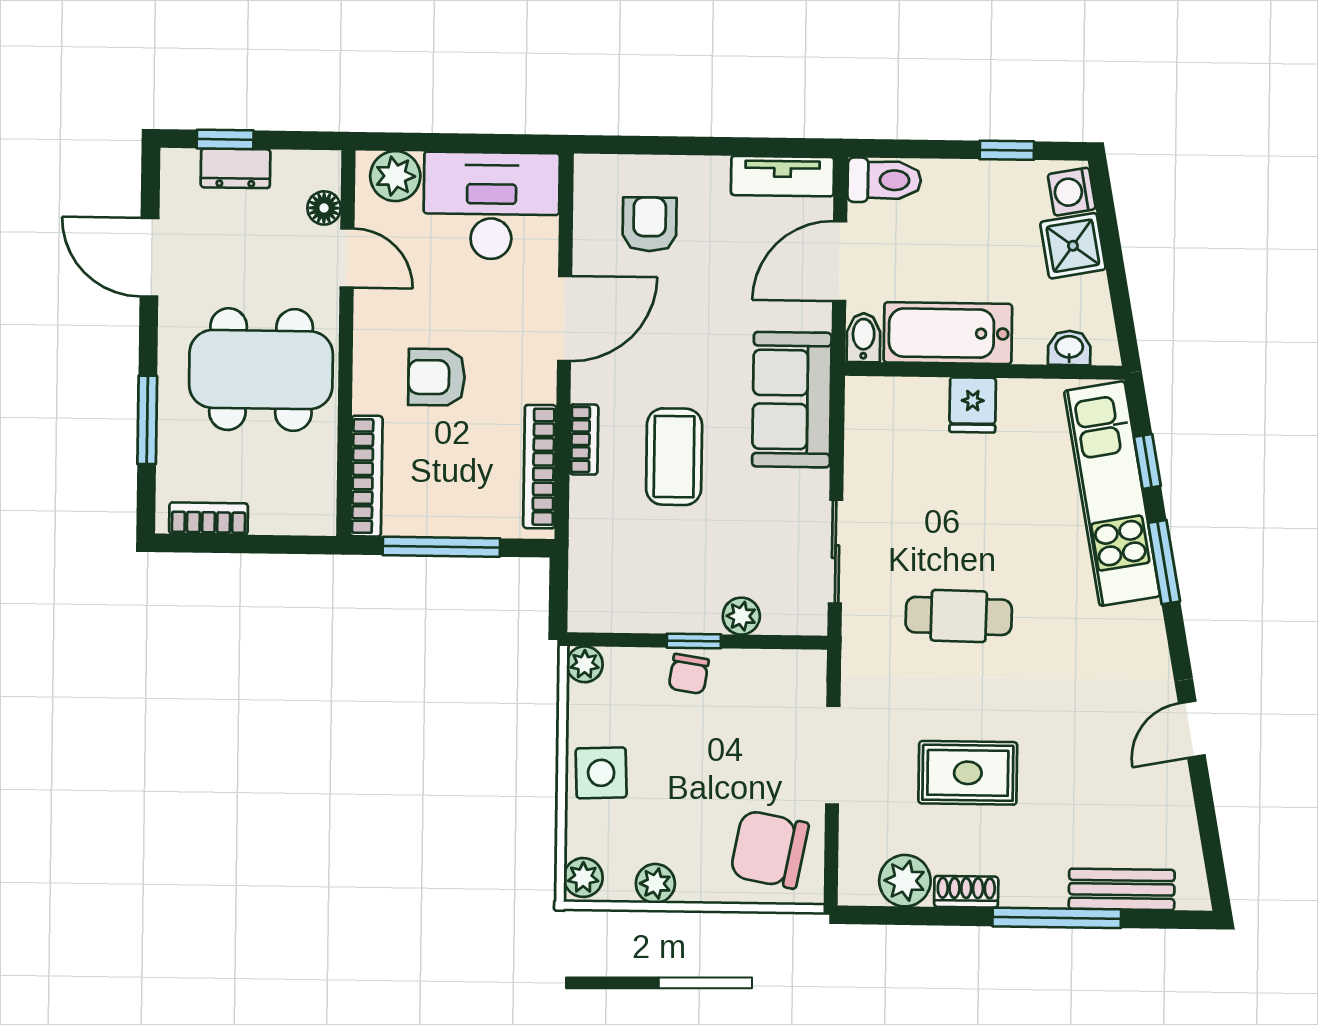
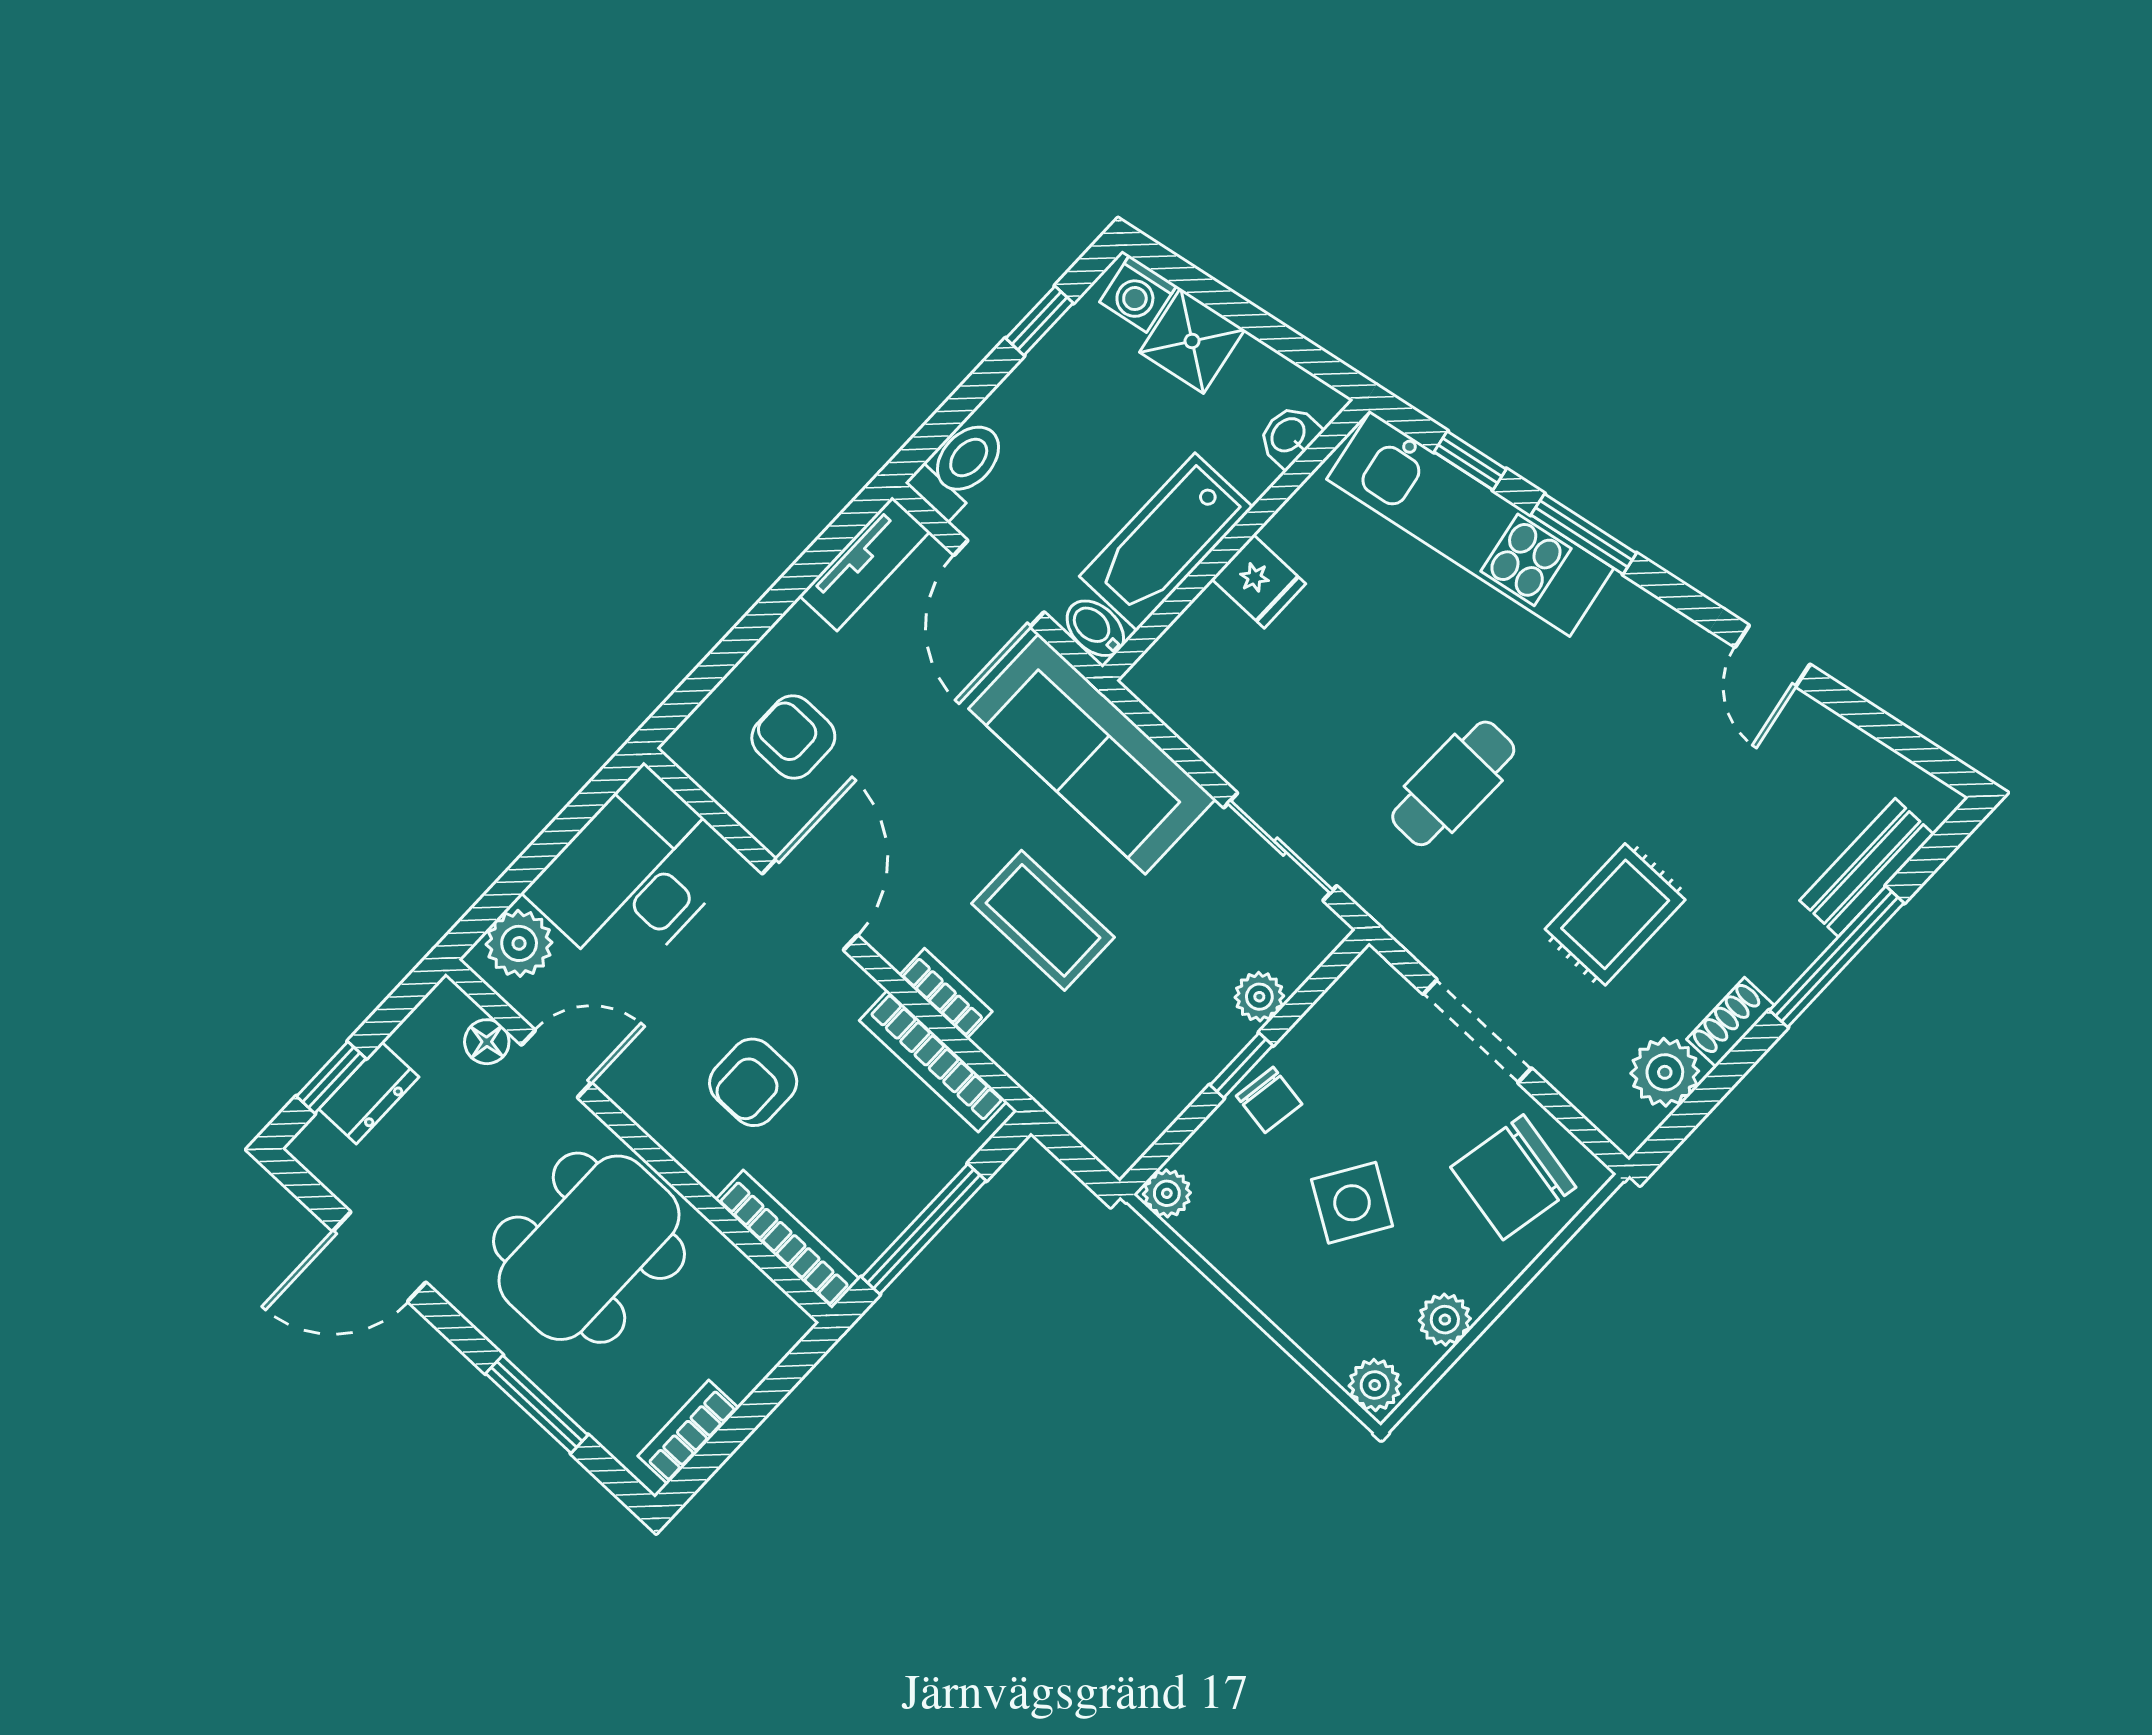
sofa: (792, 400) -> (1092, 754), width x1.36
side table: (601, 773) -> (1352, 1203), moved, turned 34

